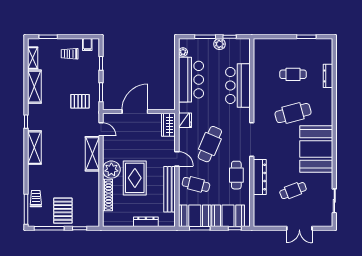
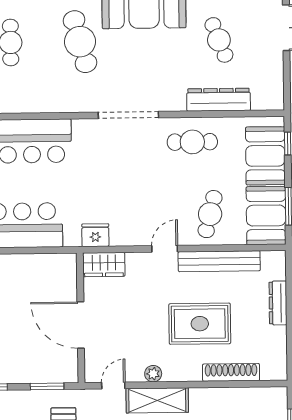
cafe table: (210, 144) -> (137, 190), removed
plant: (111, 170) -> (153, 374), moved, width x0.53, depth x0.53
dresser: (260, 177) -> (219, 100), moved

